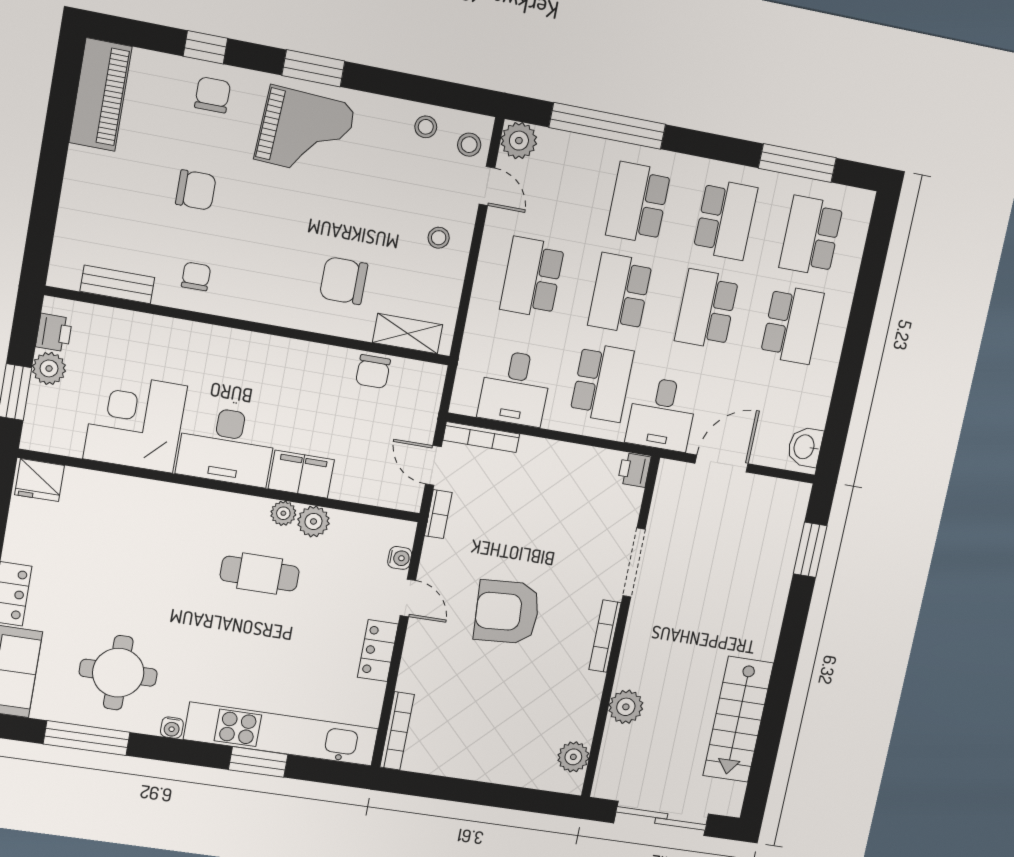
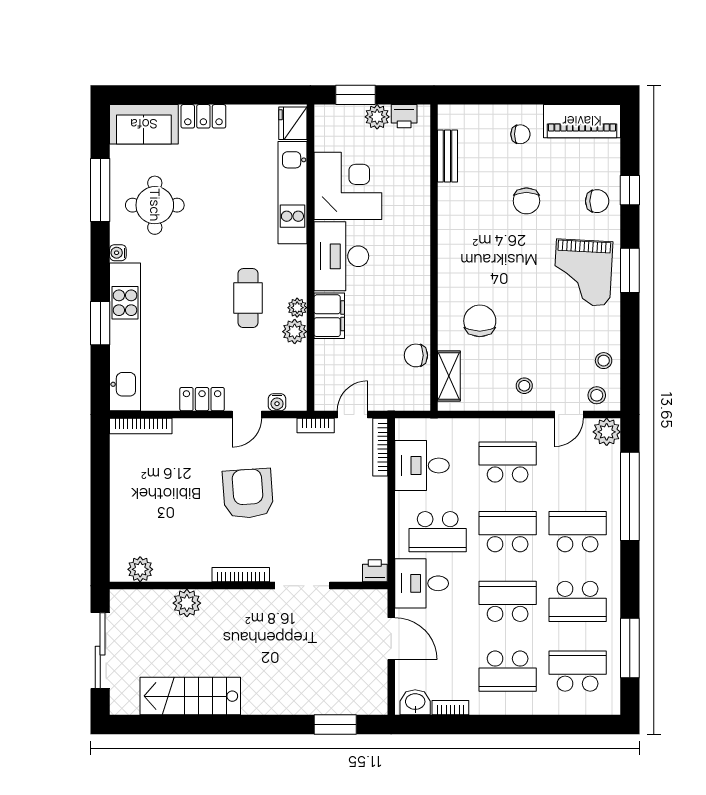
chair: (196, 276) -> (520, 134), moved
bookcase: (821, 404) -> (450, 708), added
kitchen unit: (132, 495) -> (292, 193), added

